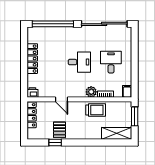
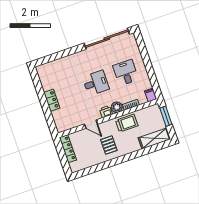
window: (53, 24) -> (58, 56), removed
locker: (32, 59) -> (52, 100), width x0.66
printer: (32, 92) -> (106, 112), moved
pallet: (59, 130) -> (109, 145), moved
window: (55, 143) -> (99, 167), removed

